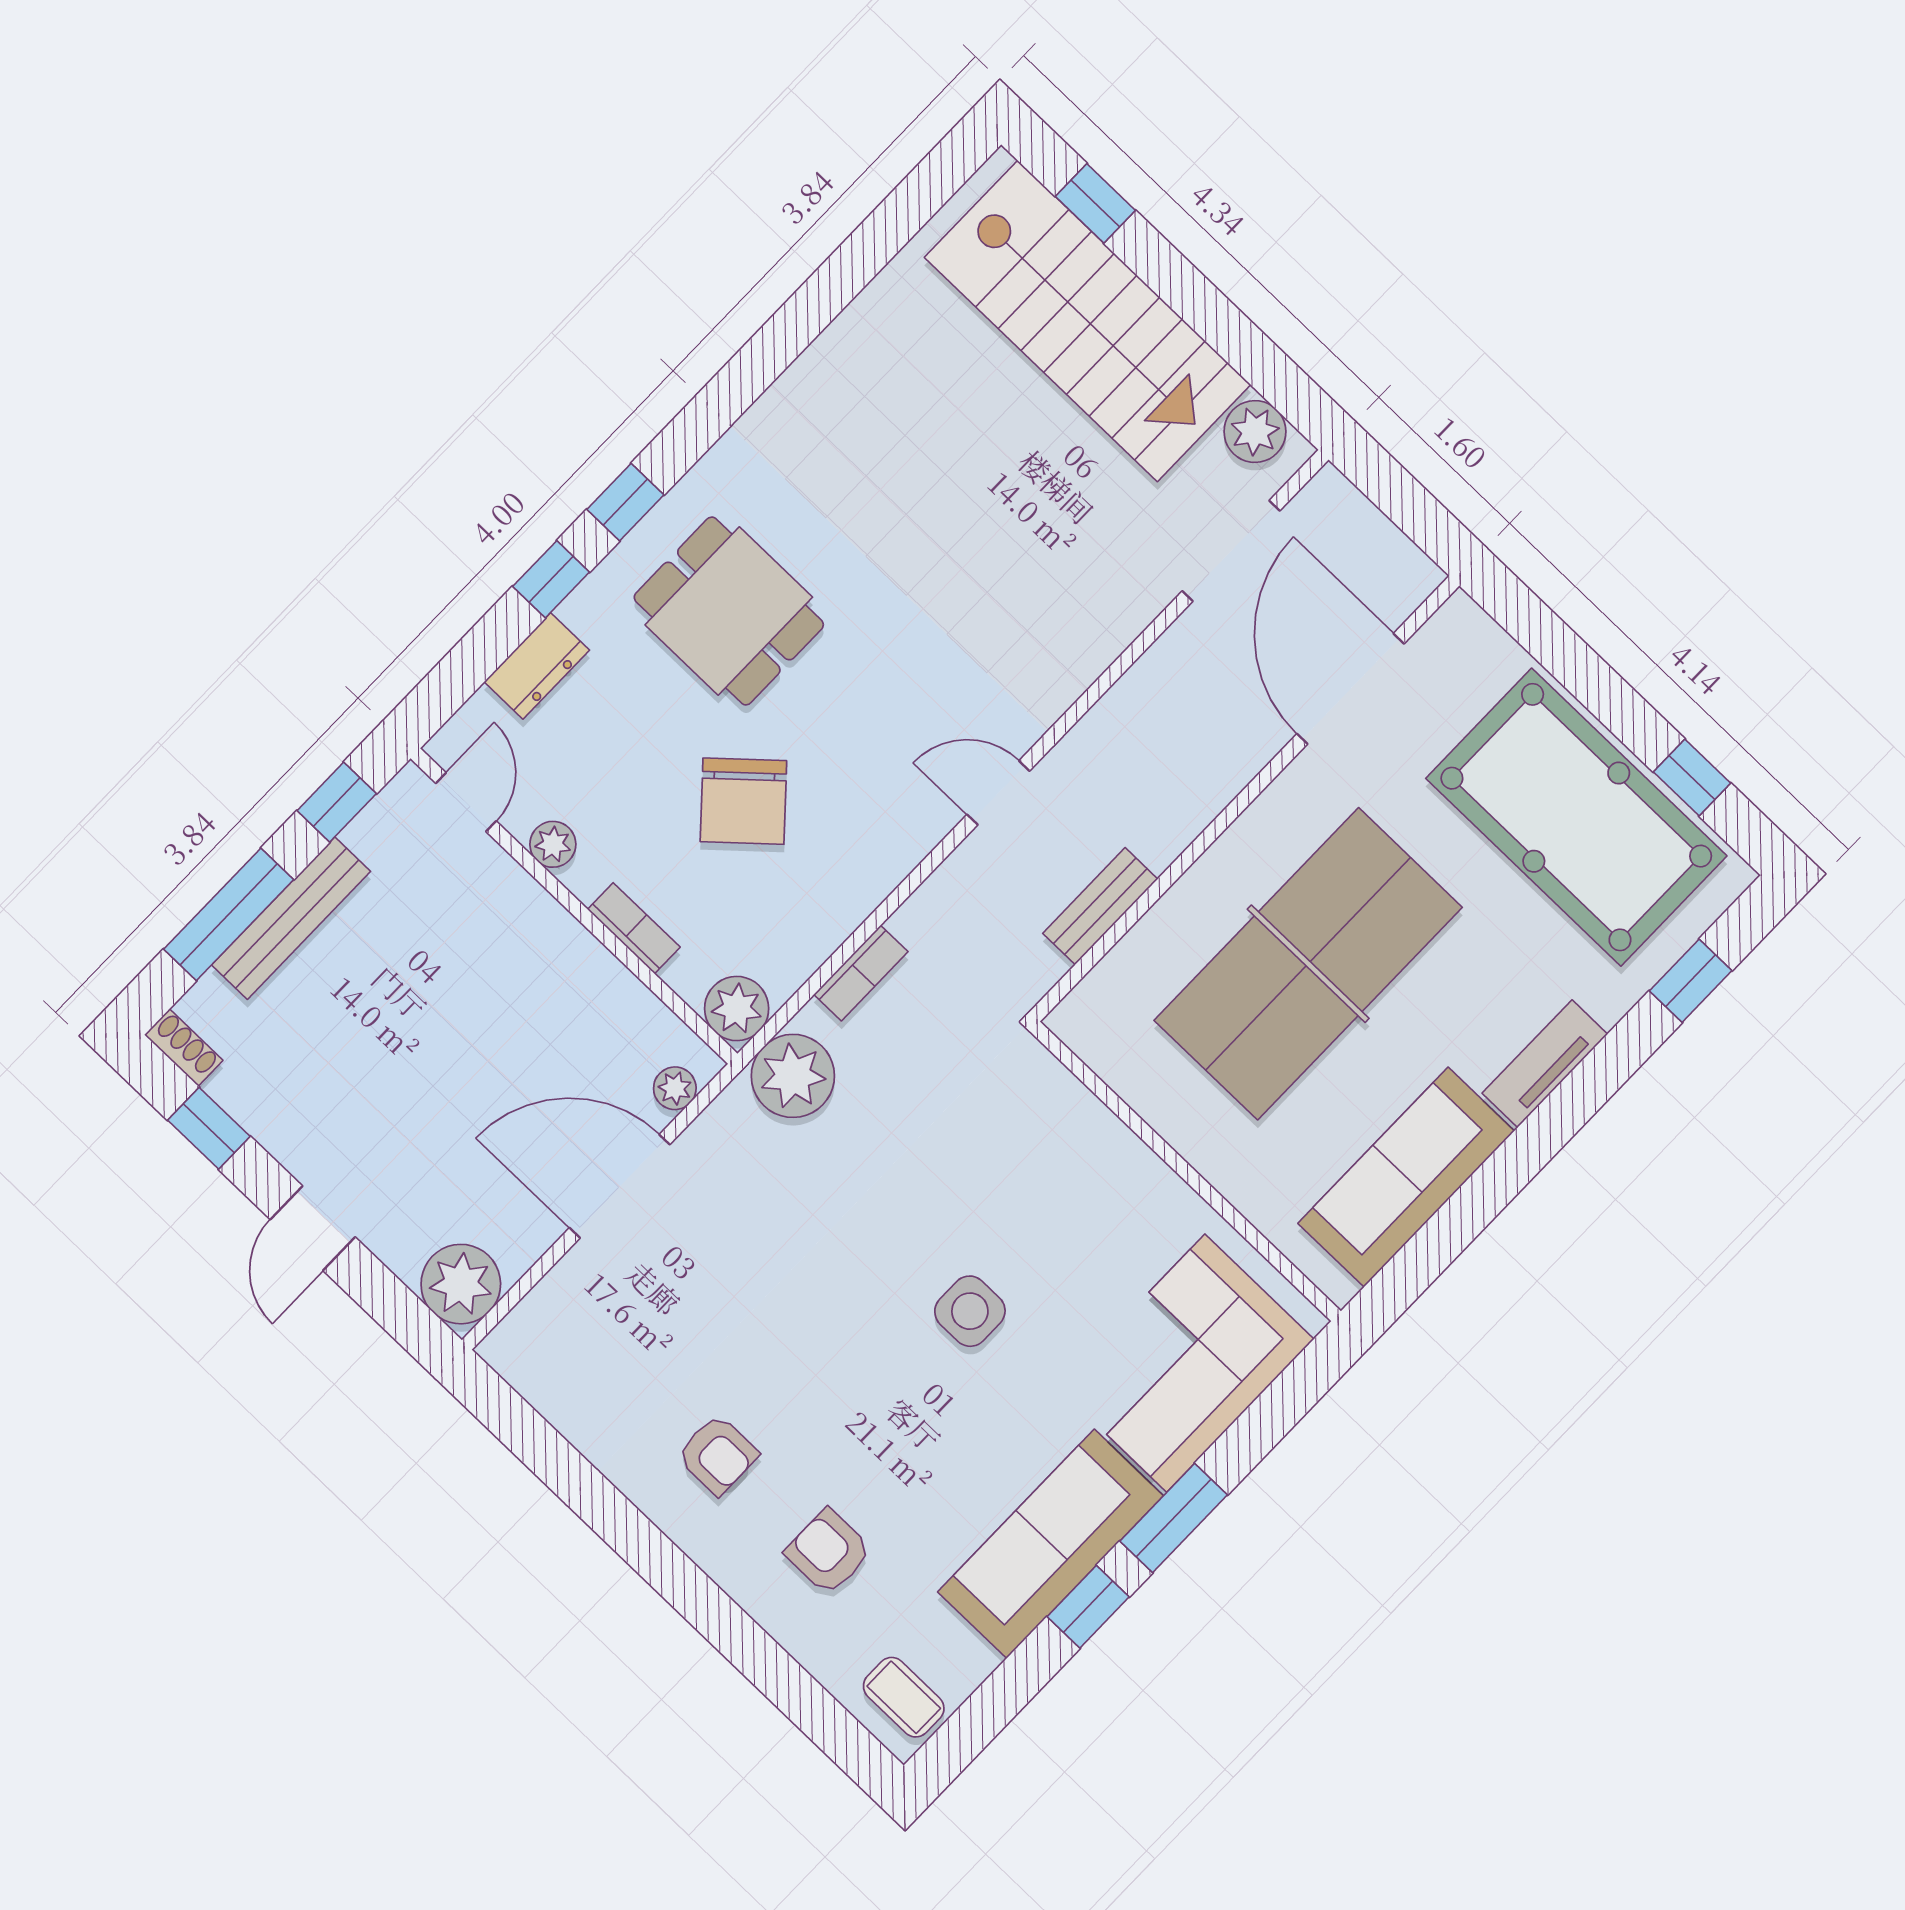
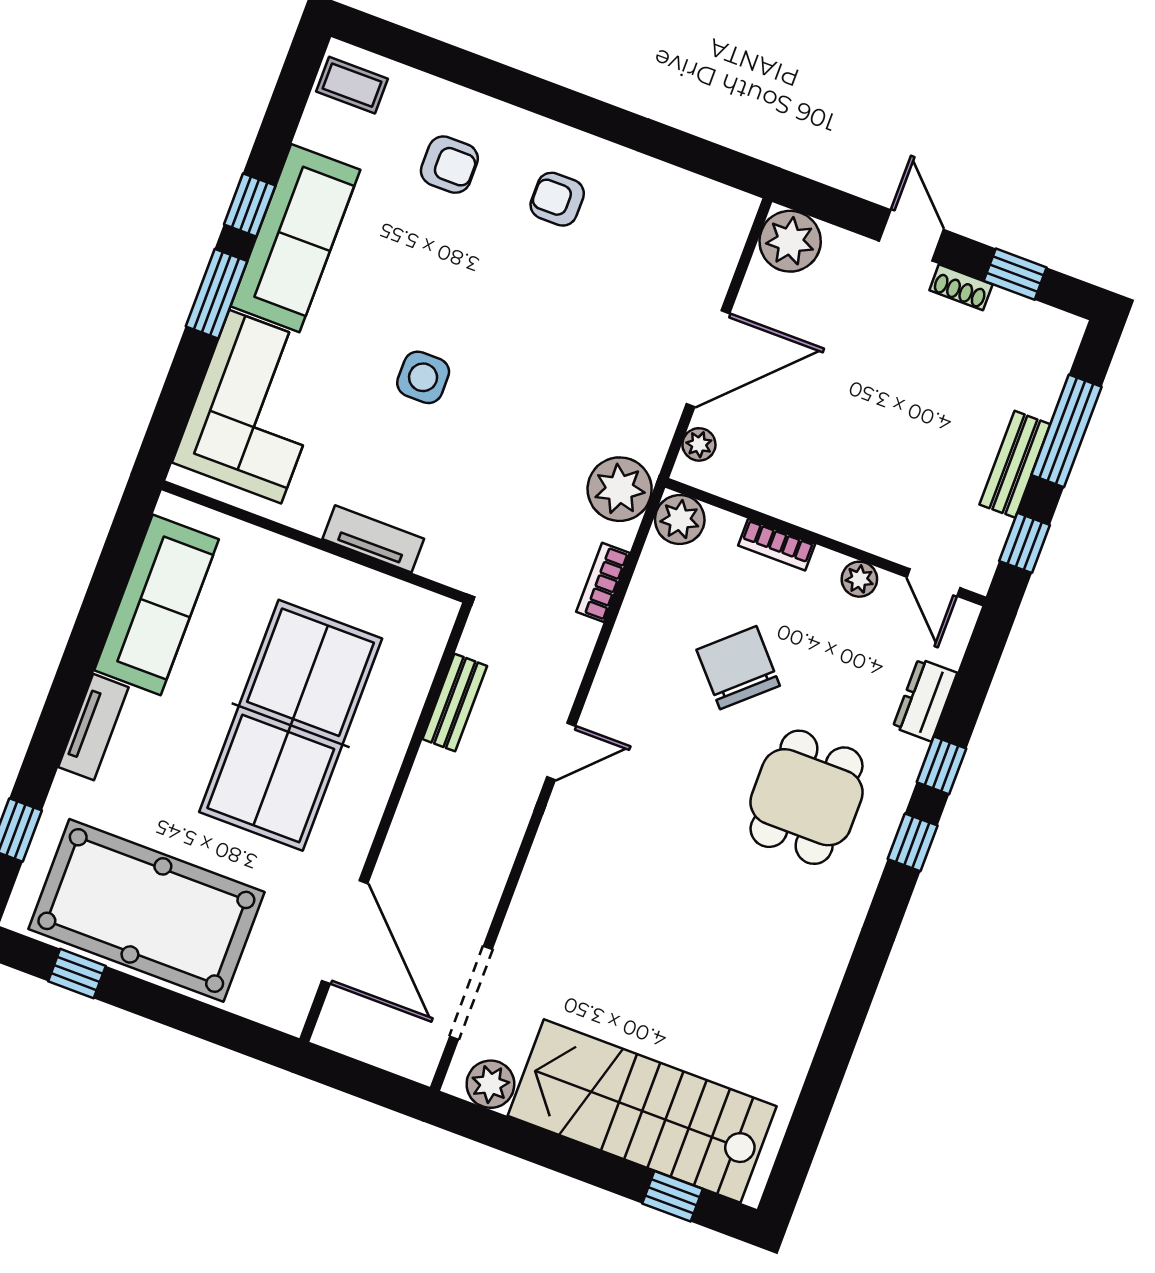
dining table: (729, 611) -> (806, 797), turned 90
bench: (291, 918) -> (1015, 464), width x0.73
shoe rack: (184, 1048) -> (961, 287), moved
tv unit: (1113, 1144) -> (373, 539), added

